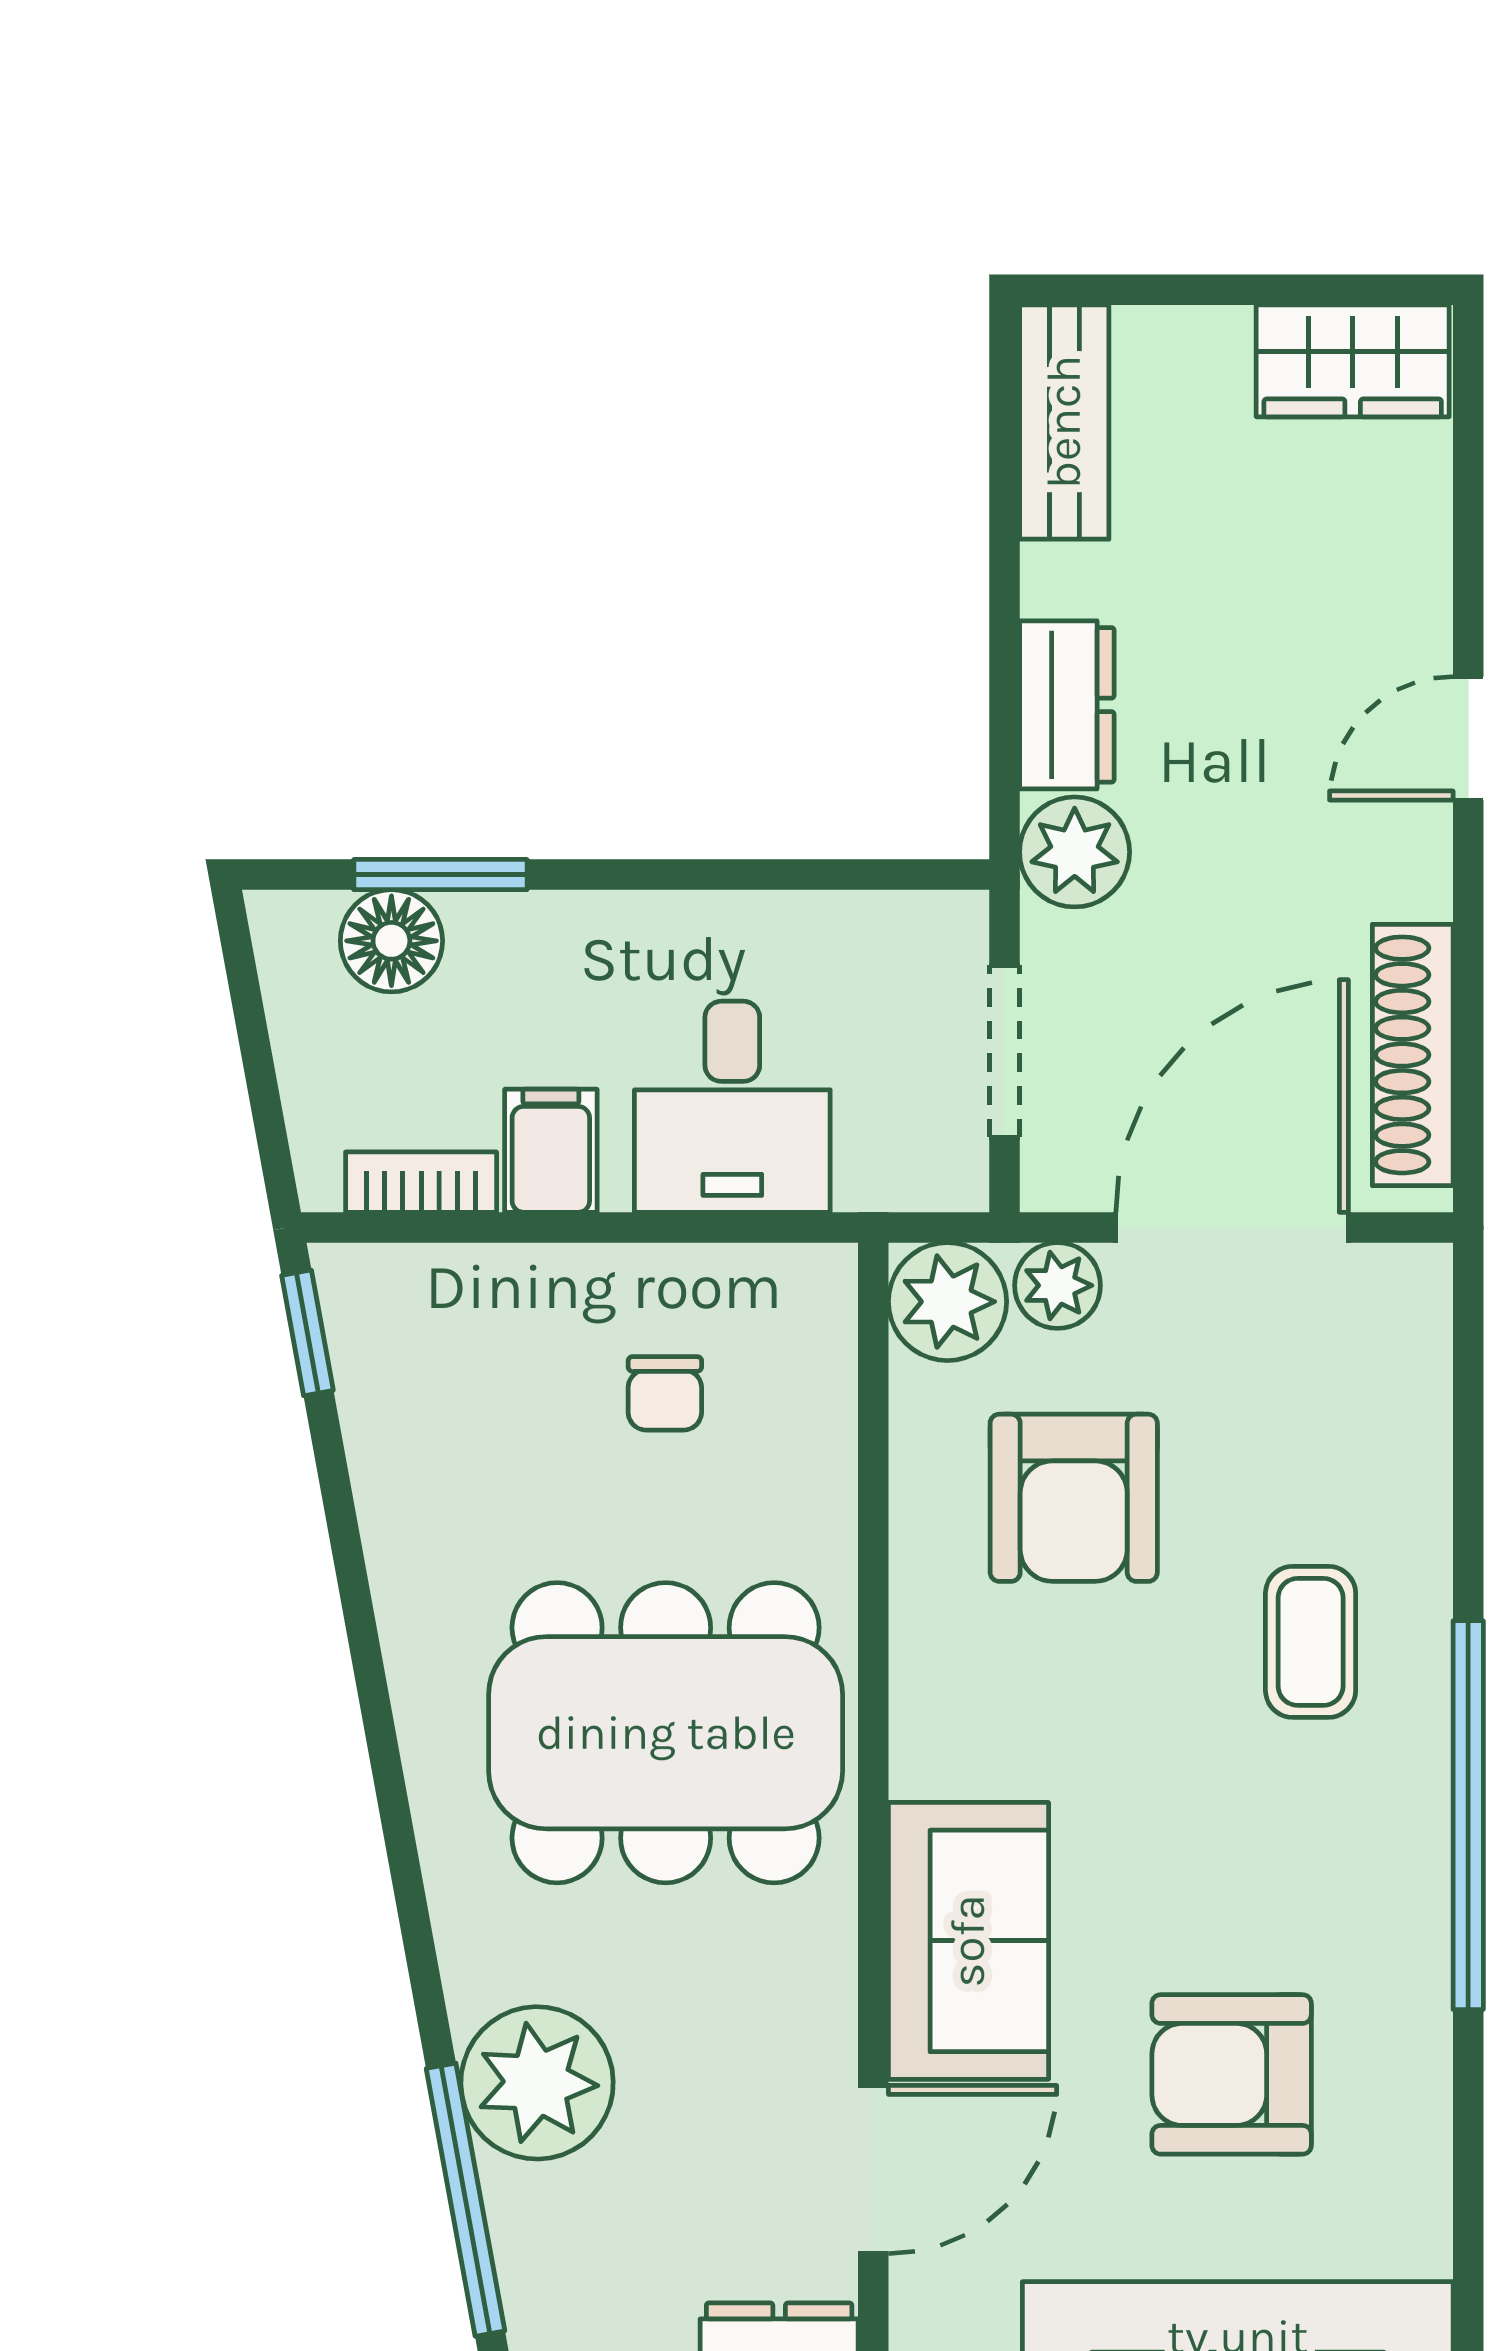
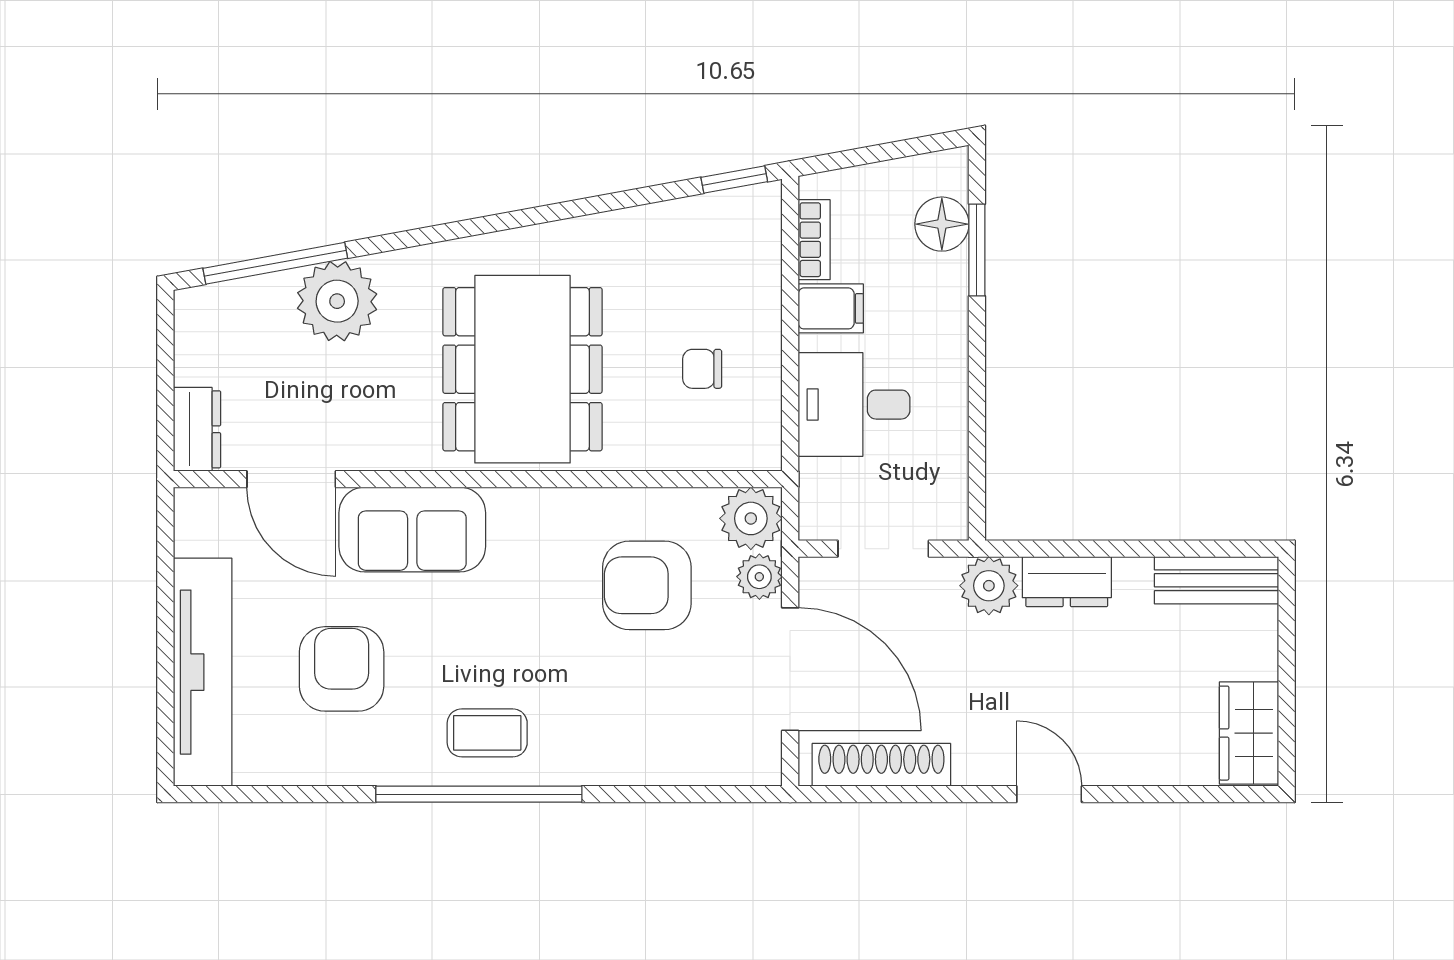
coffee table: (1311, 1642) -> (487, 733), moved

